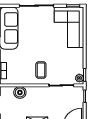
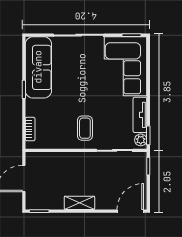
tv unit: (79, 61) -> (140, 115), added
boiler: (20, 92) -> (55, 161), removed

